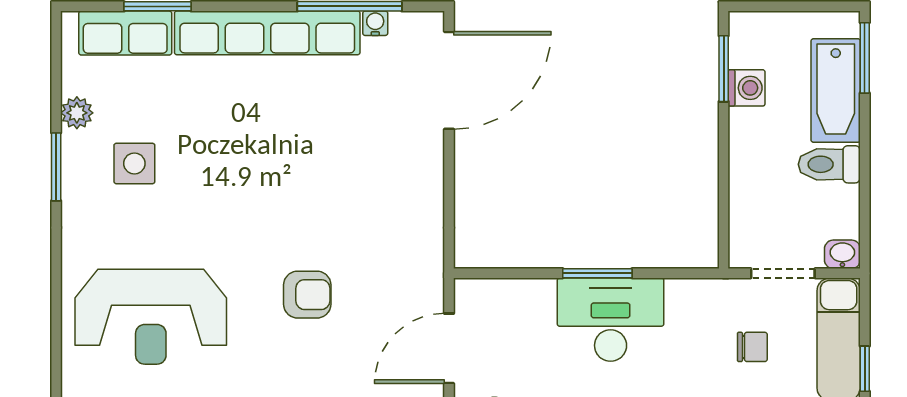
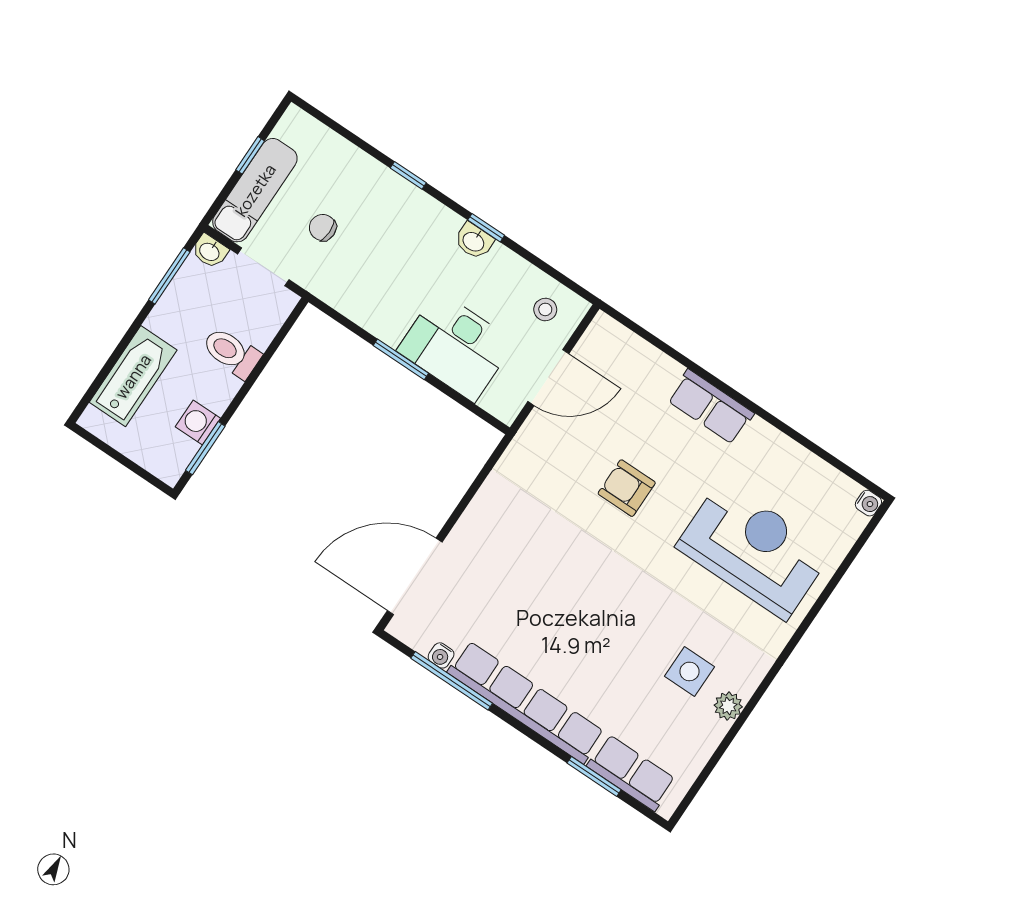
window: (865, 58) -> (169, 276), moved
plant: (77, 113) -> (728, 706), moved
toilet: (829, 164) -> (231, 353), moved, turned 180
window: (56, 167) -> (749, 708), removed
desk: (611, 320) -> (456, 346), moved

